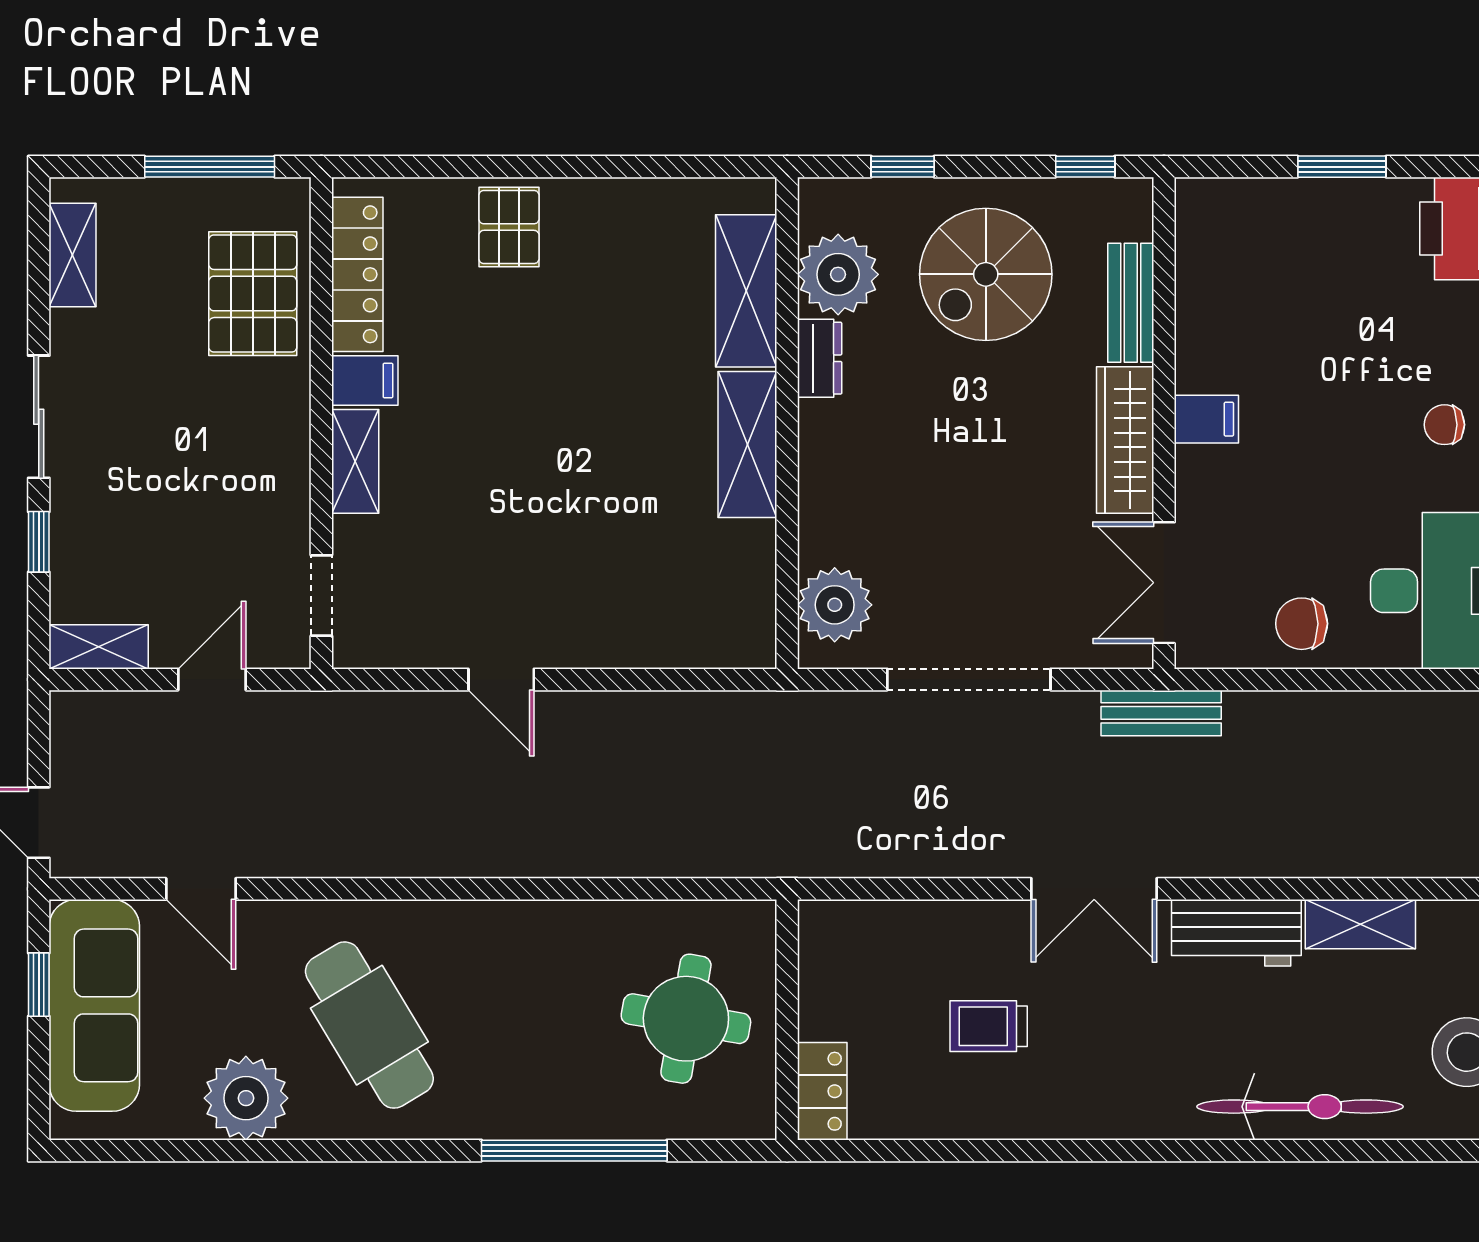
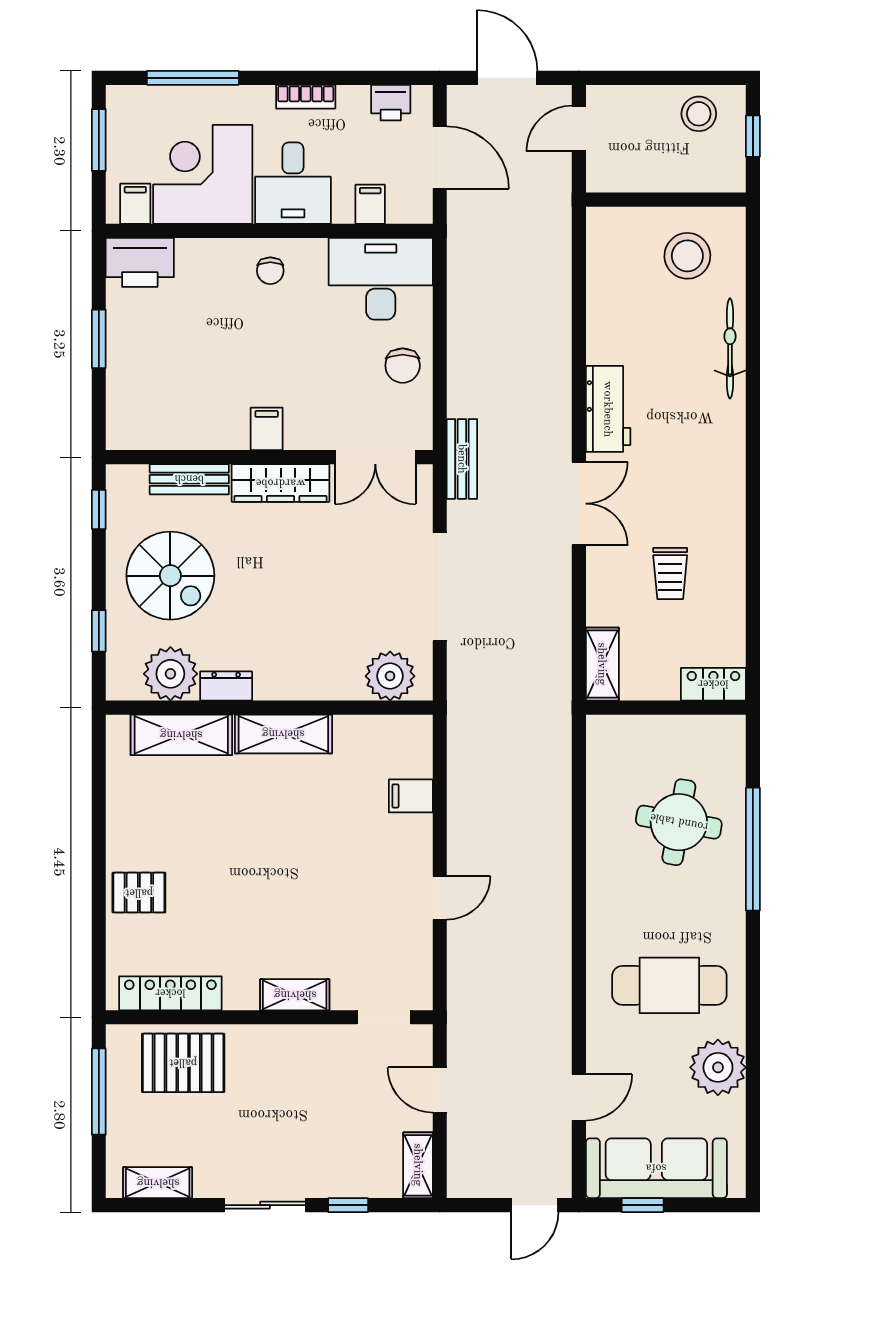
filing cabinet: (365, 381) -> (411, 796), moved, turned -90
shelving: (1360, 924) -> (602, 664), moved
round table: (686, 1019) -> (679, 822), moved
cafe table: (369, 1025) -> (669, 985), turned 31
bicycle: (1300, 1107) -> (730, 348), width x0.73, depth x0.71

